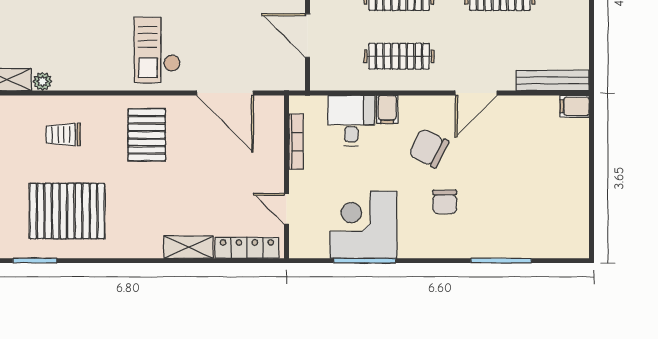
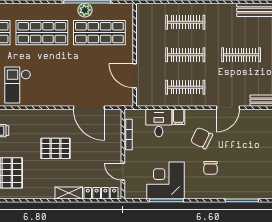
checkout: (157, 50) -> (18, 85), moved
pallet: (147, 135) -> (56, 148), moved, turned 90

